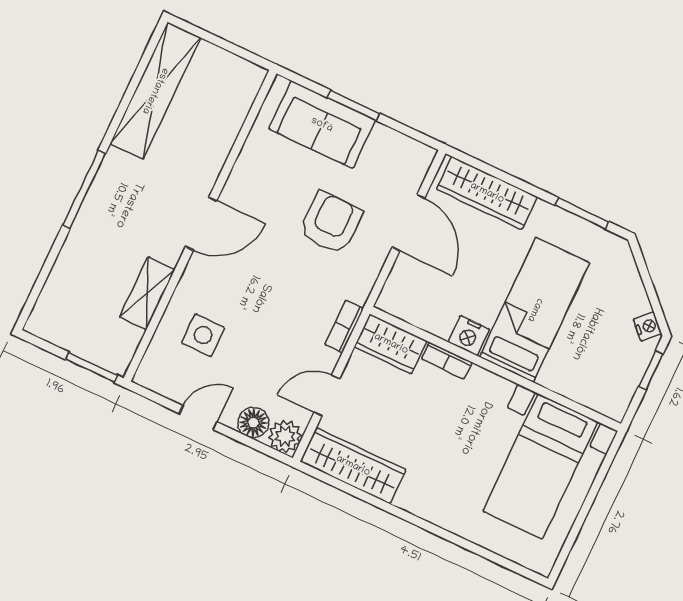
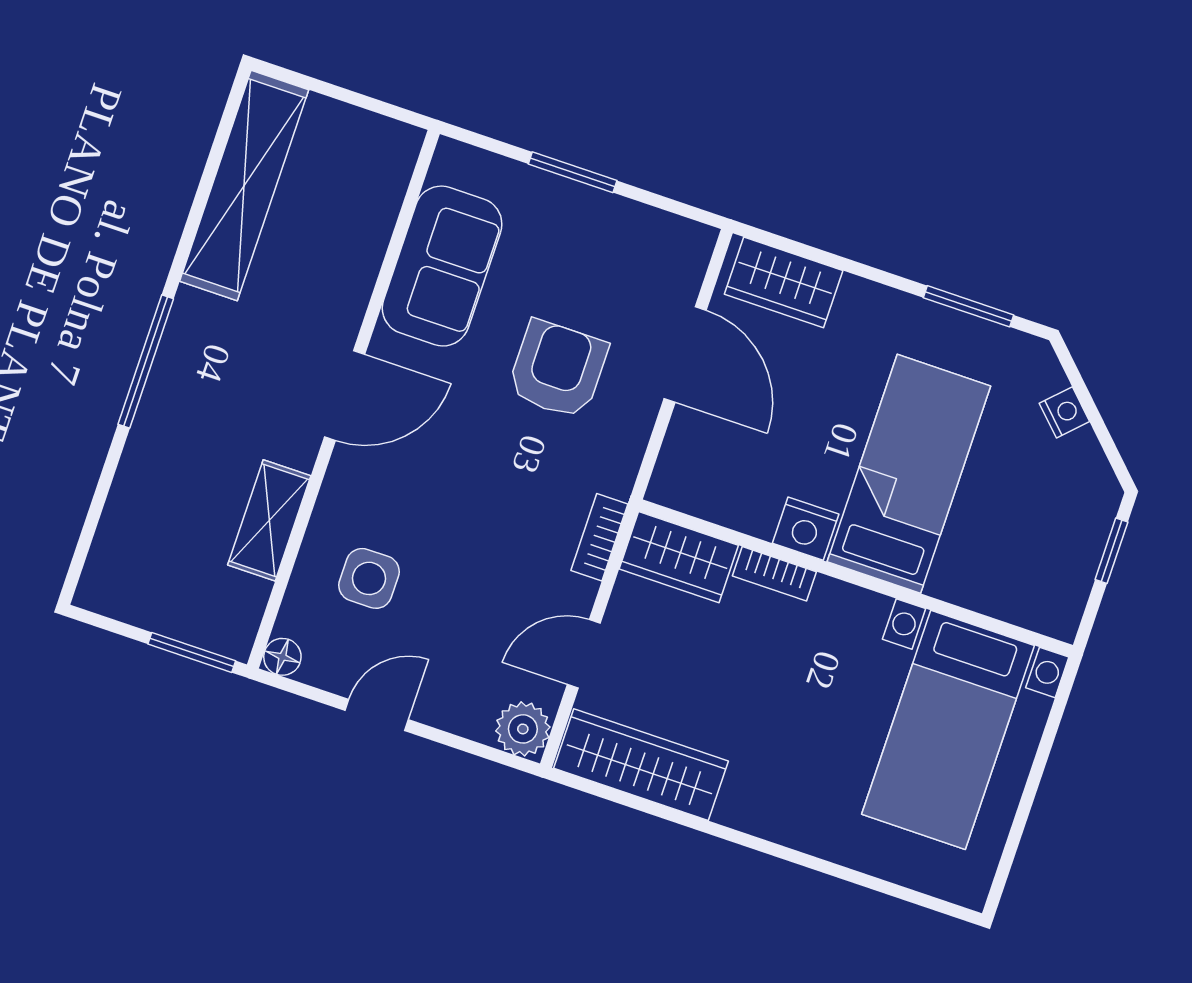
sofa: (322, 125) -> (442, 266), moved, turned -90
wardrobe: (487, 193) -> (784, 282), width x0.67
nightstand: (648, 327) -> (1064, 412), moved
floor lamp: (253, 423) -> (282, 657), moved, width x0.73, depth x0.73

